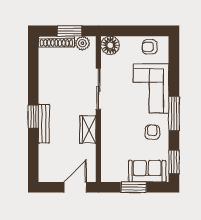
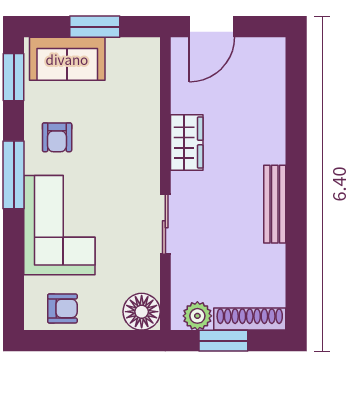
sliding door: (98, 89) -> (165, 224), width x0.73
window: (33, 117) -> (296, 168), removed
bench: (44, 124) -> (275, 204), moved

